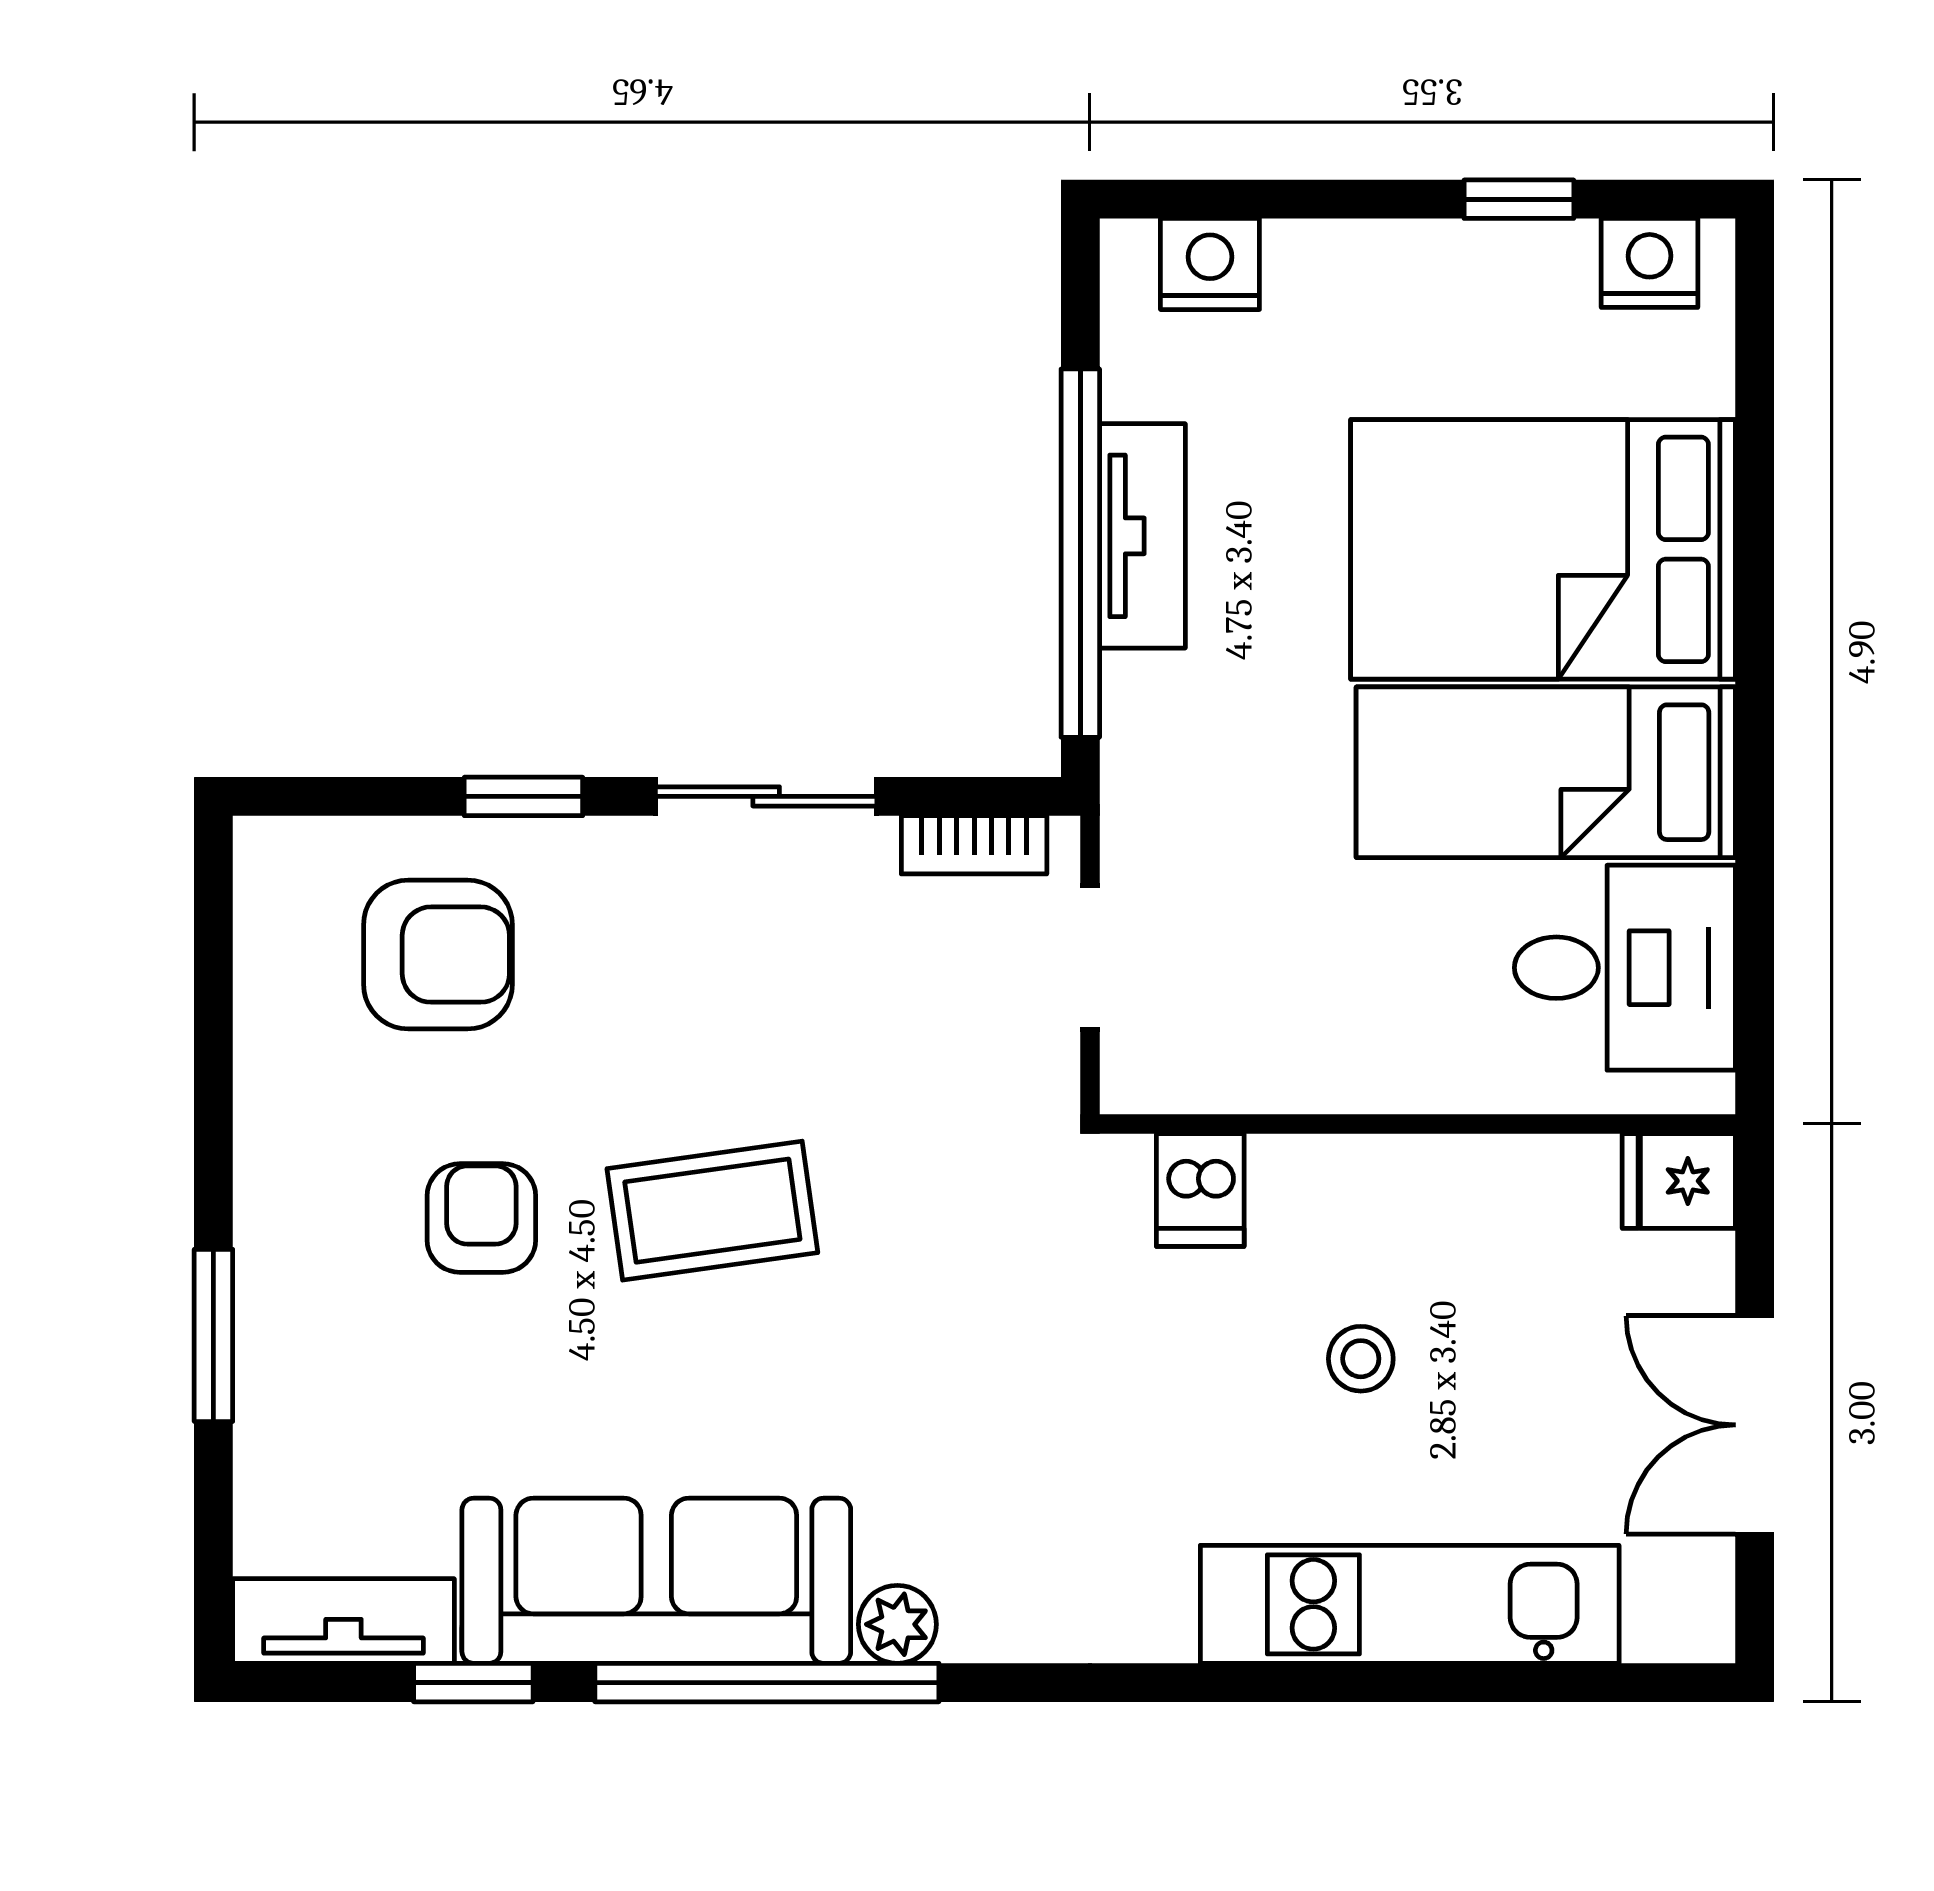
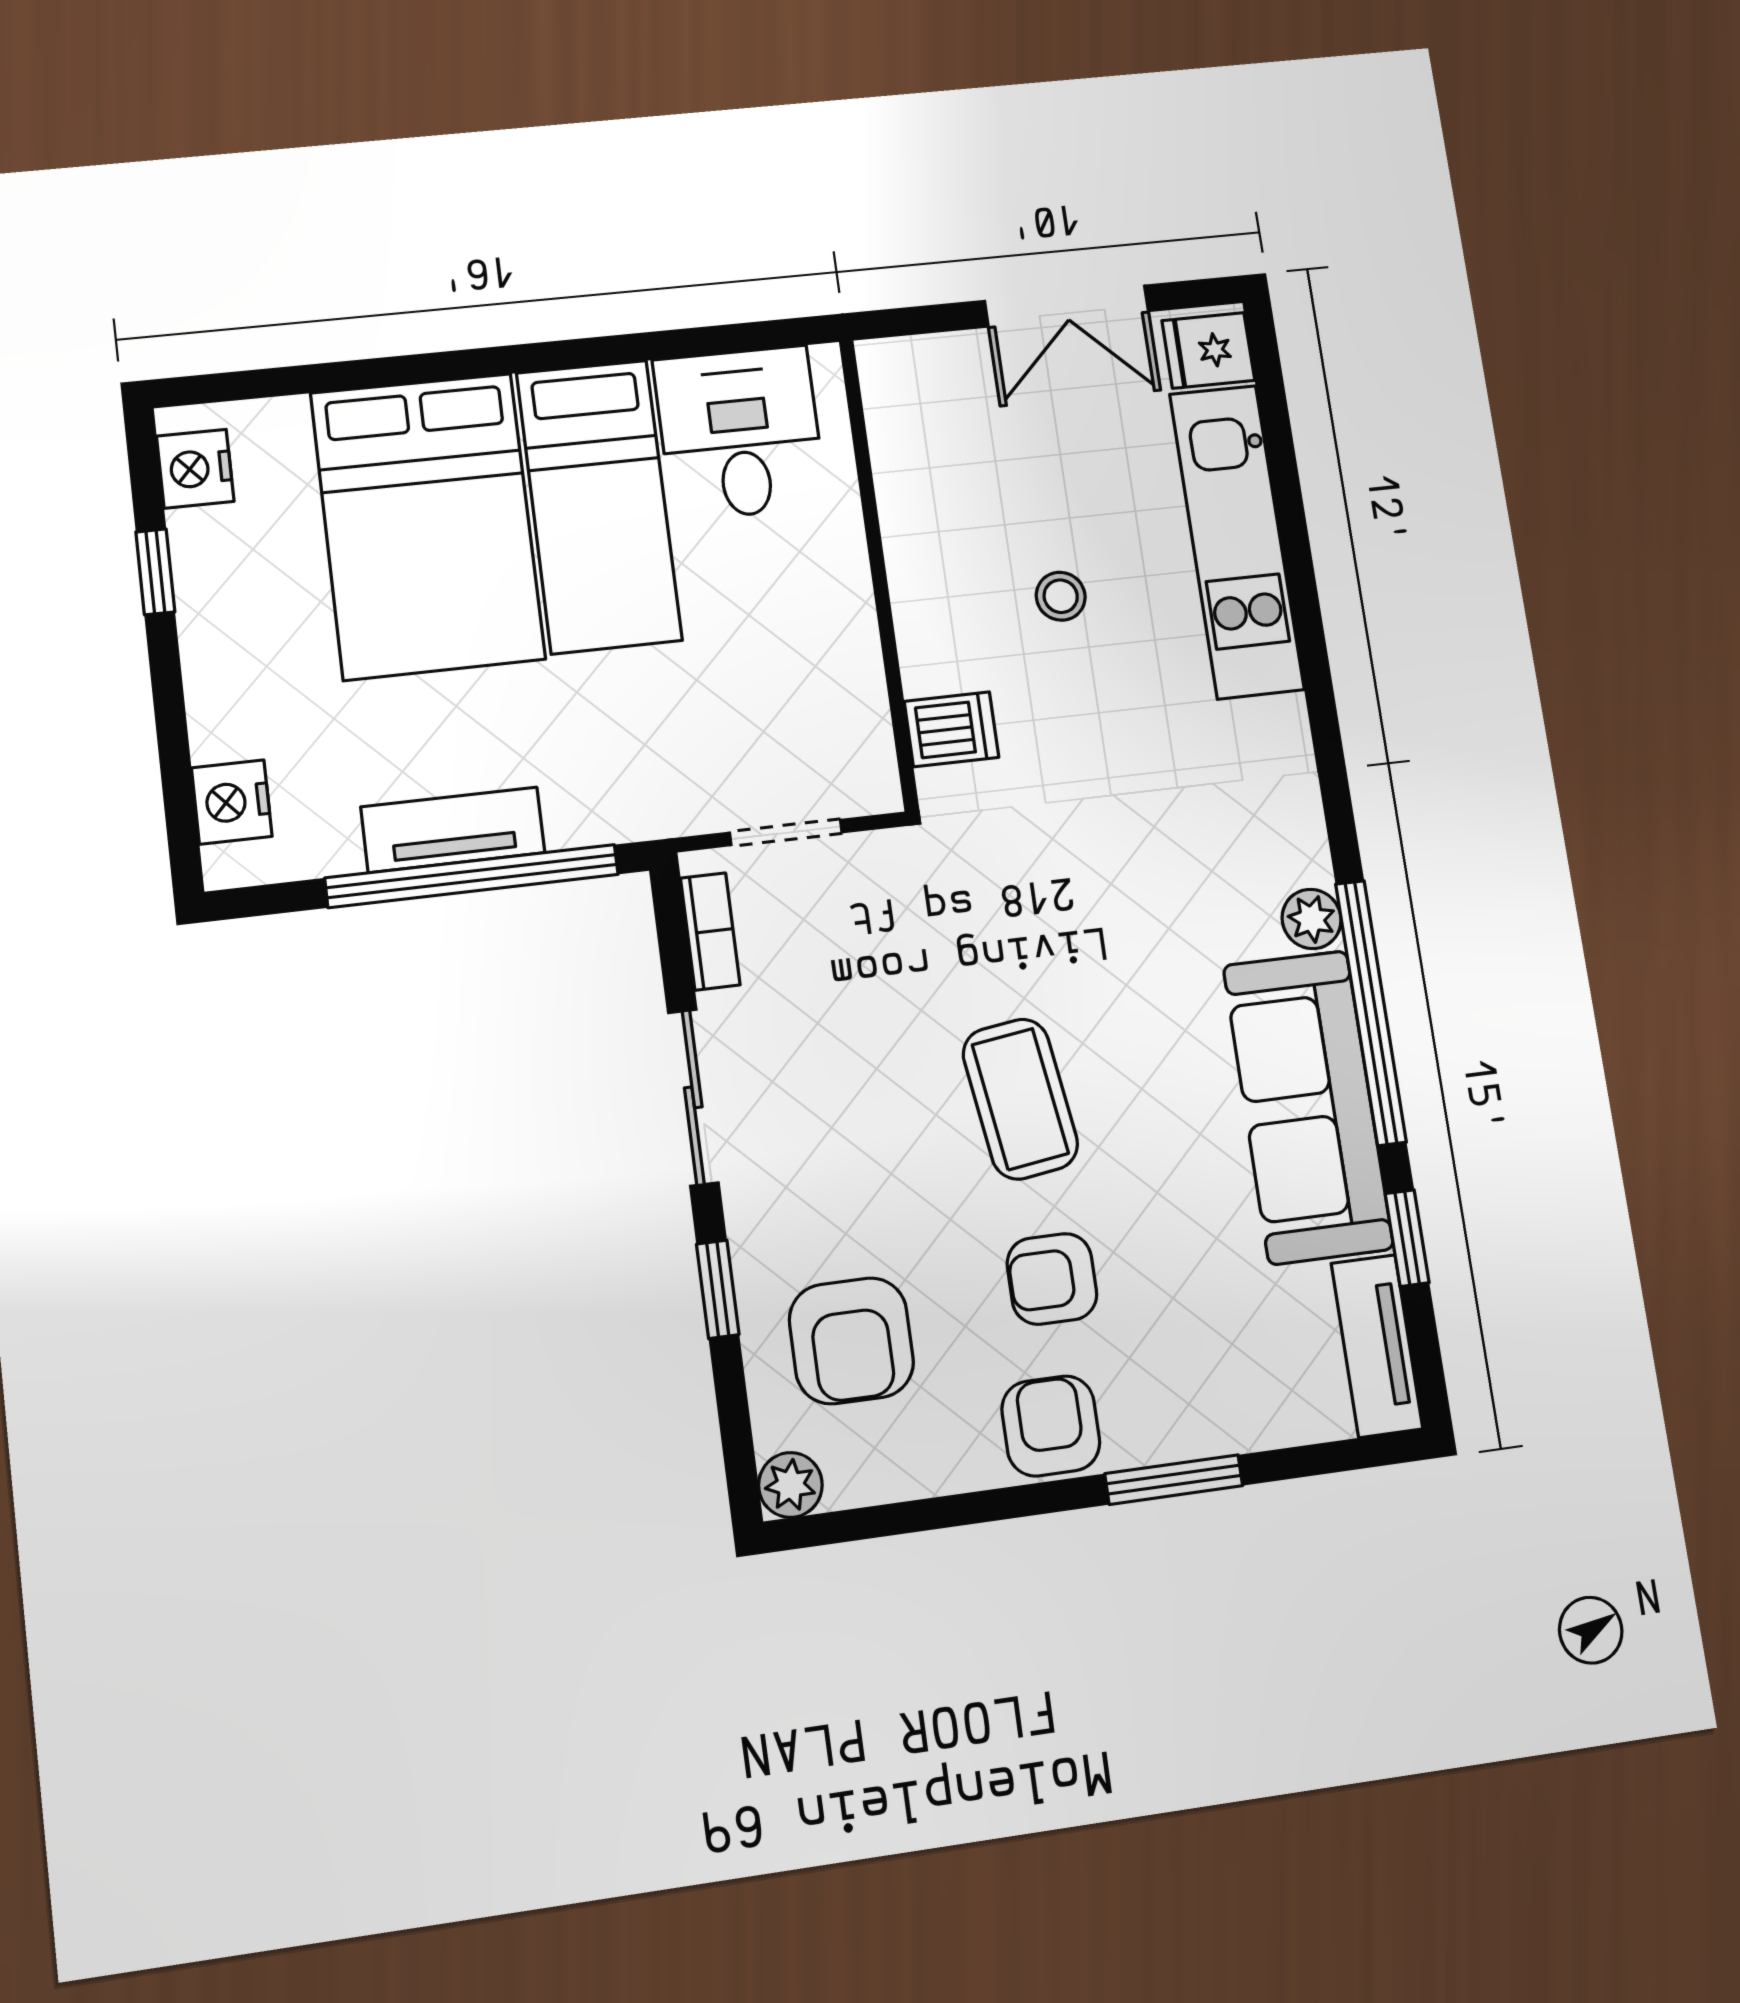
plant: (272, 855) -> (790, 1485), added
armchair: (438, 955) -> (851, 1341), turned 180
fridge: (1679, 1181) -> (1208, 350), moved, turned 90
armchair: (300, 1190) -> (1051, 1426), added

